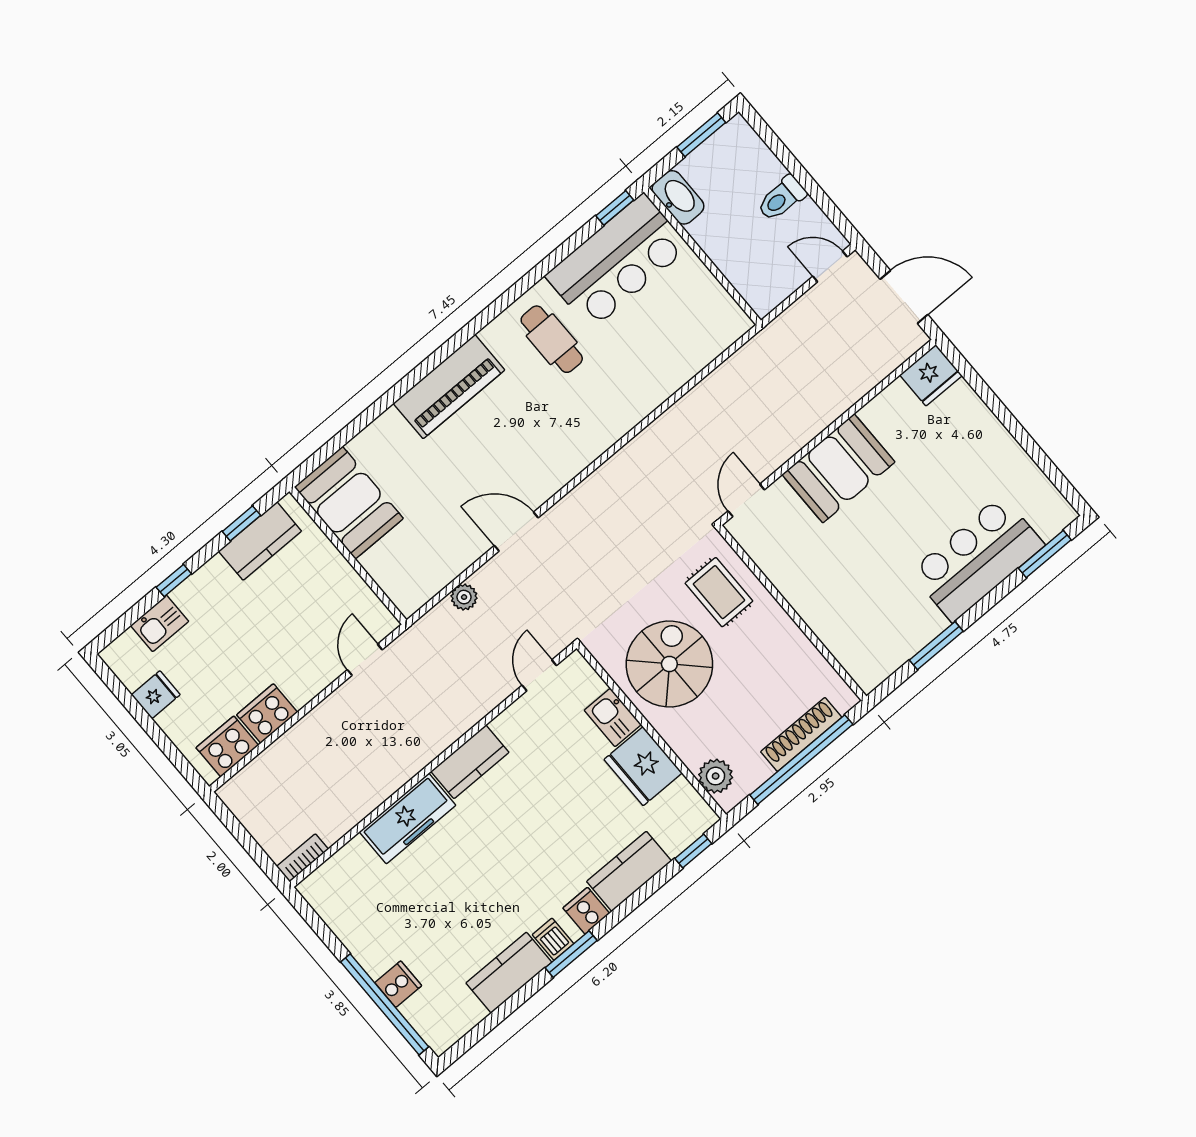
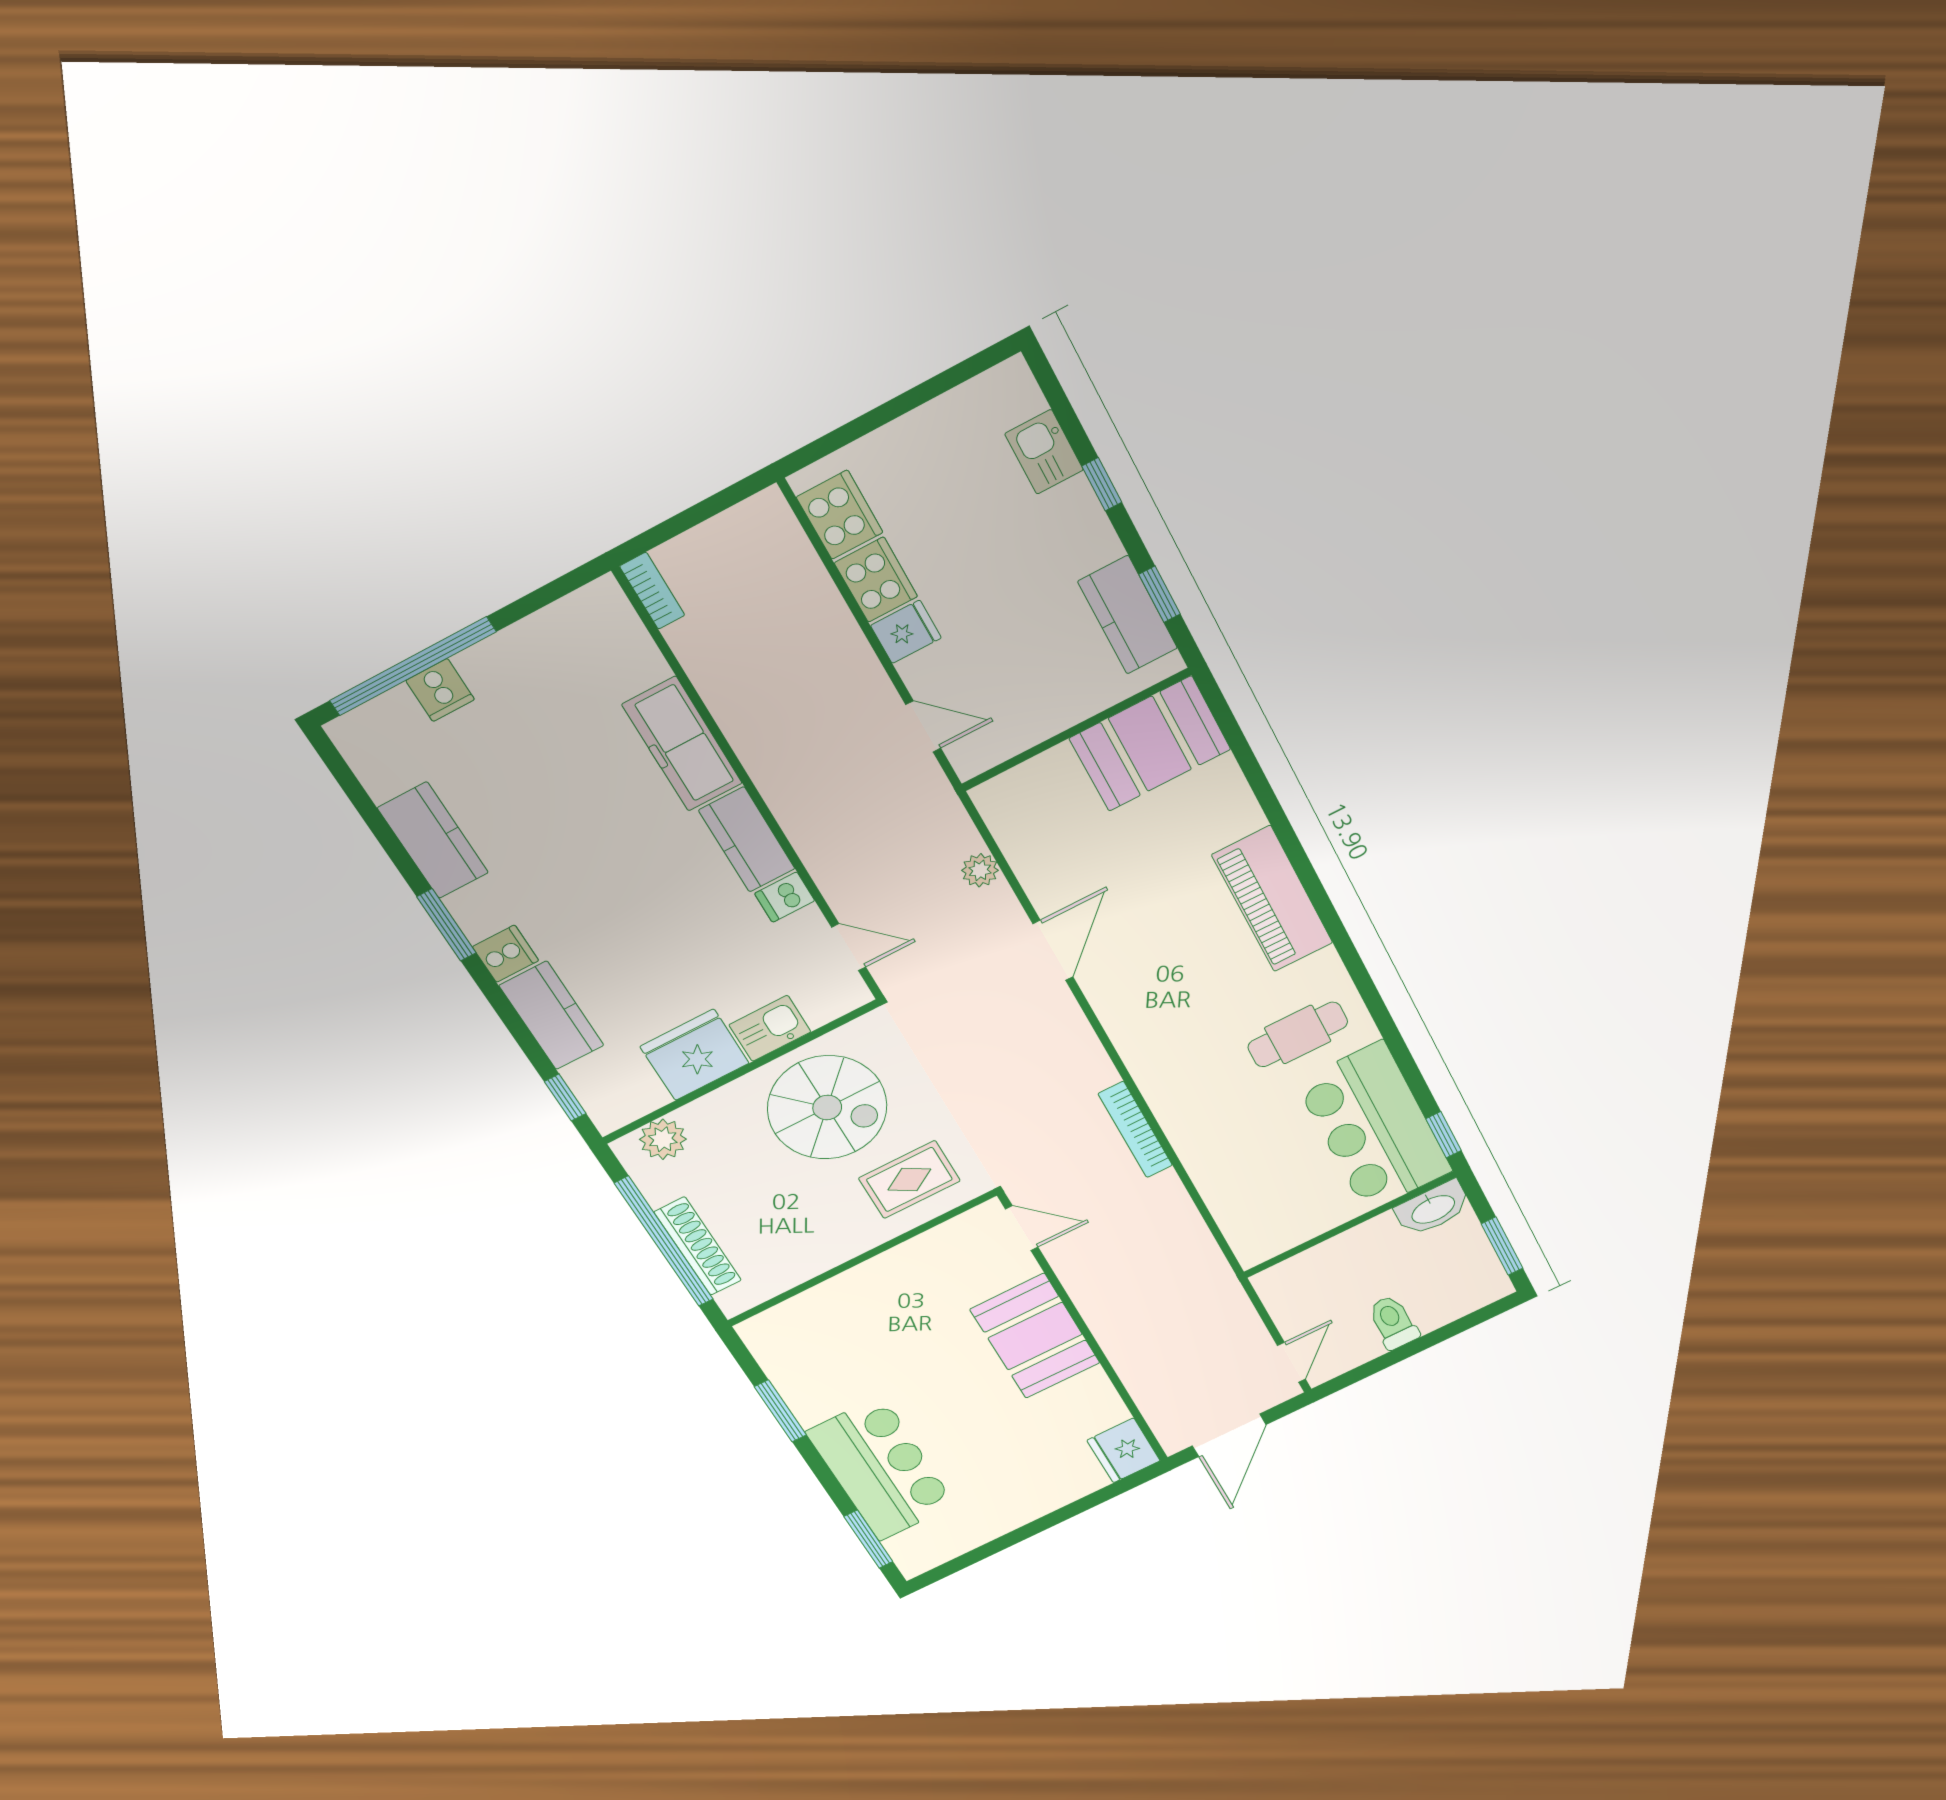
bookcase: (649, 437) -> (1135, 1130), added
fridge: (156, 695) -> (906, 632), moved, turned -90
dishwasher: (553, 939) -> (785, 897), moved, turned 180

